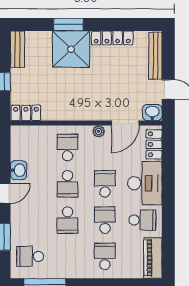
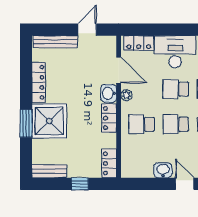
washbasin: (152, 112) -> (109, 93), moved
locker: (74, 113) -> (109, 118), added
school desk: (68, 184) -> (176, 124), turned 180

